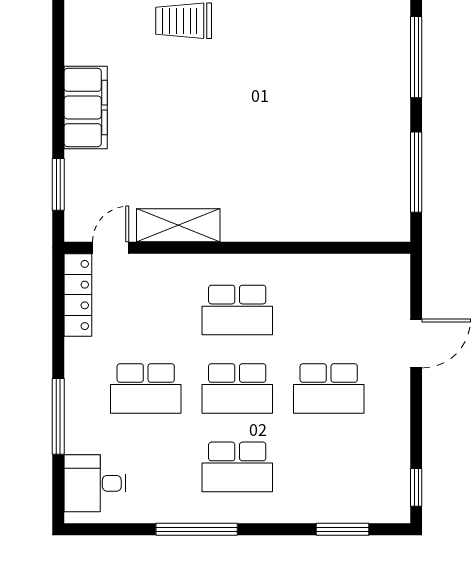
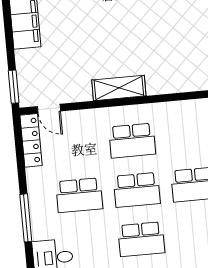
window: (58, 184) -> (14, 87), moved
shelving: (178, 225) -> (119, 88), moved
door: (111, 248) -> (49, 109), swing flipped

